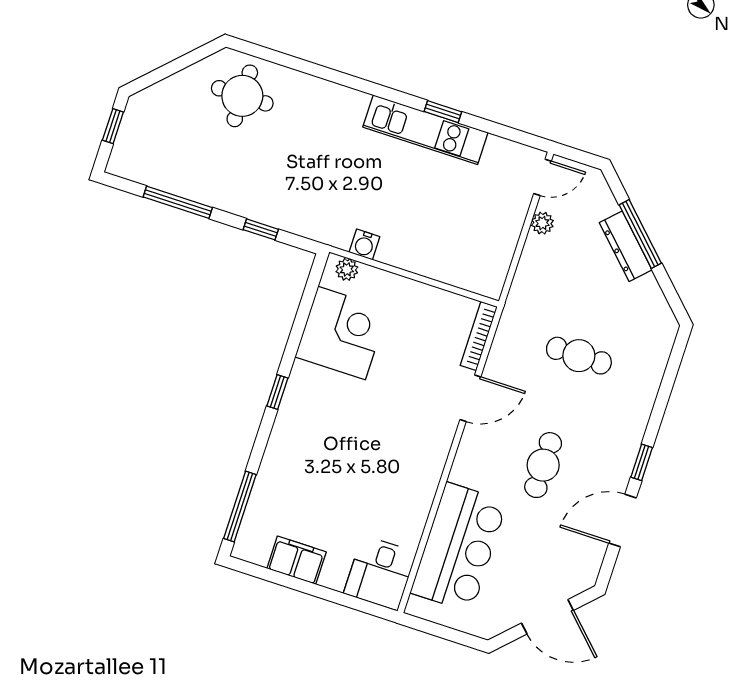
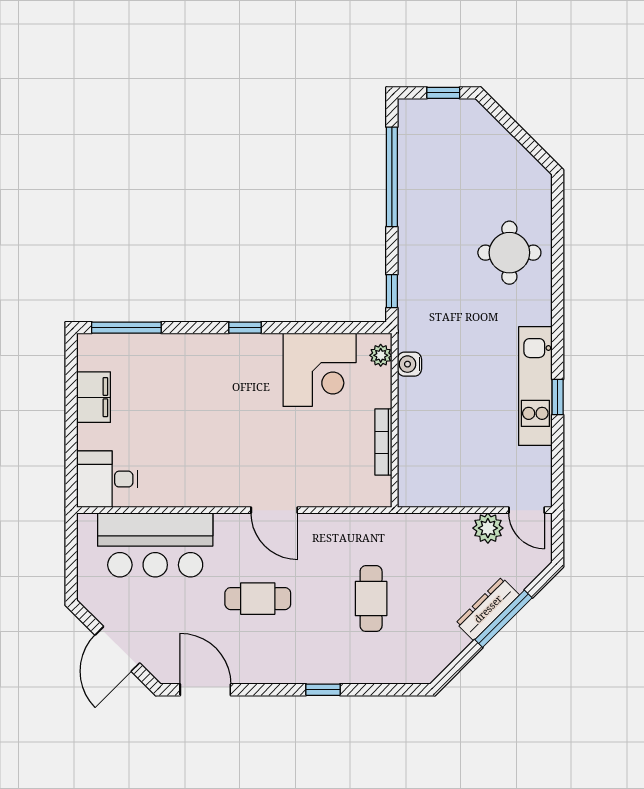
round table: (242, 96) -> (509, 253), moved
window: (178, 202) -> (392, 177), width x1.46
plant: (542, 223) -> (488, 528), width x1.38, depth x1.38
window: (261, 229) -> (392, 291), moved
bookcase: (479, 336) -> (383, 442), moved, turned -90
door: (470, 398) -> (274, 510), moved
window: (642, 462) -> (323, 690), moved
door: (623, 520) -> (205, 690), moved

